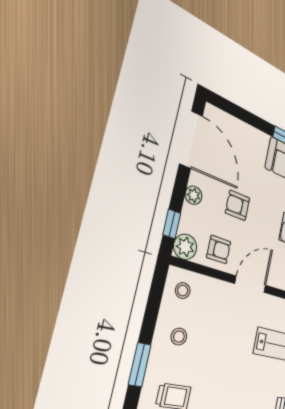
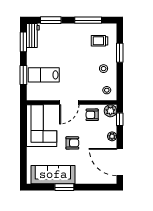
armchair: (238, 205) -> (72, 143), moved

